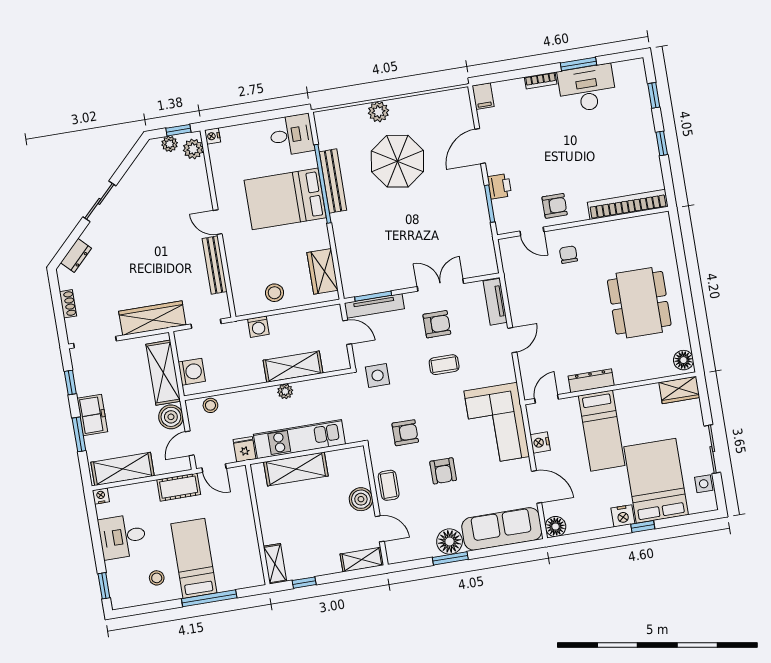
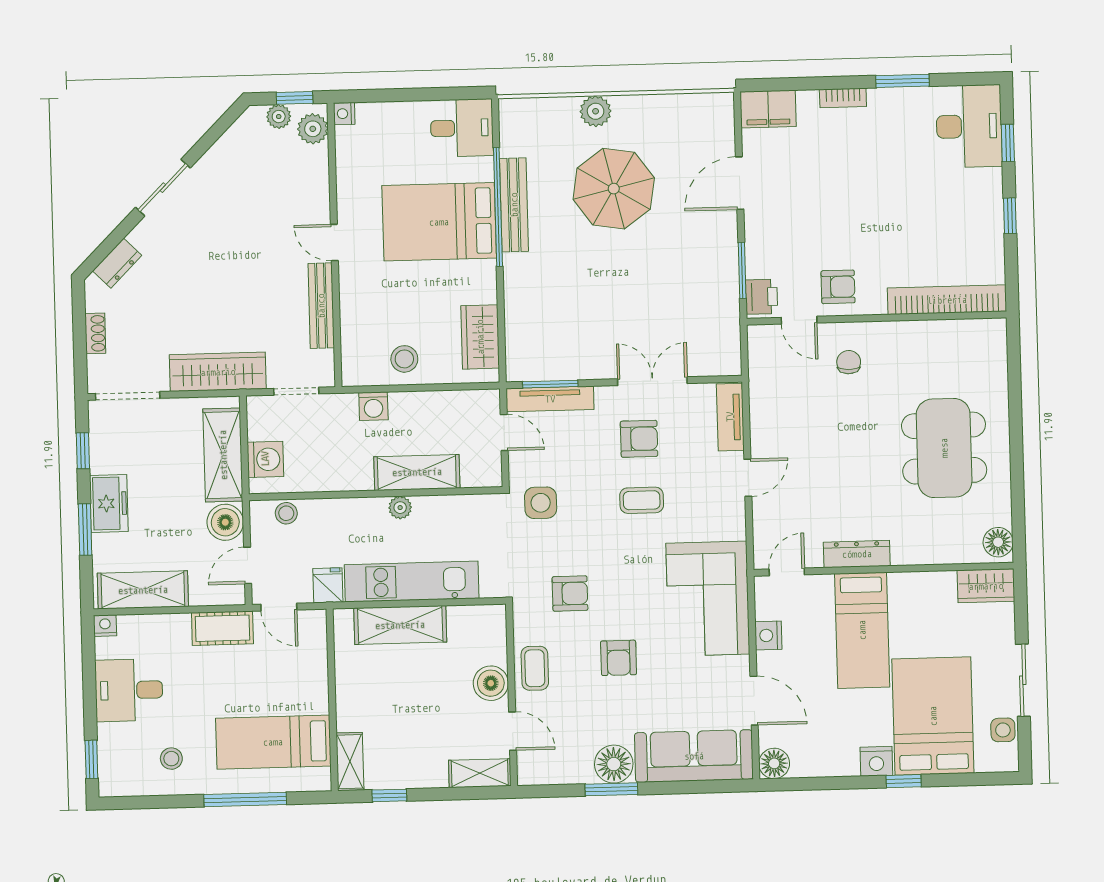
desk: (587, 88) -> (969, 126), moved, turned 90
filing cabinet: (483, 96) -> (768, 109), width x2.00
printer: (499, 186) -> (762, 297), moved
bed: (194, 558) -> (273, 742), moved, turned -90

